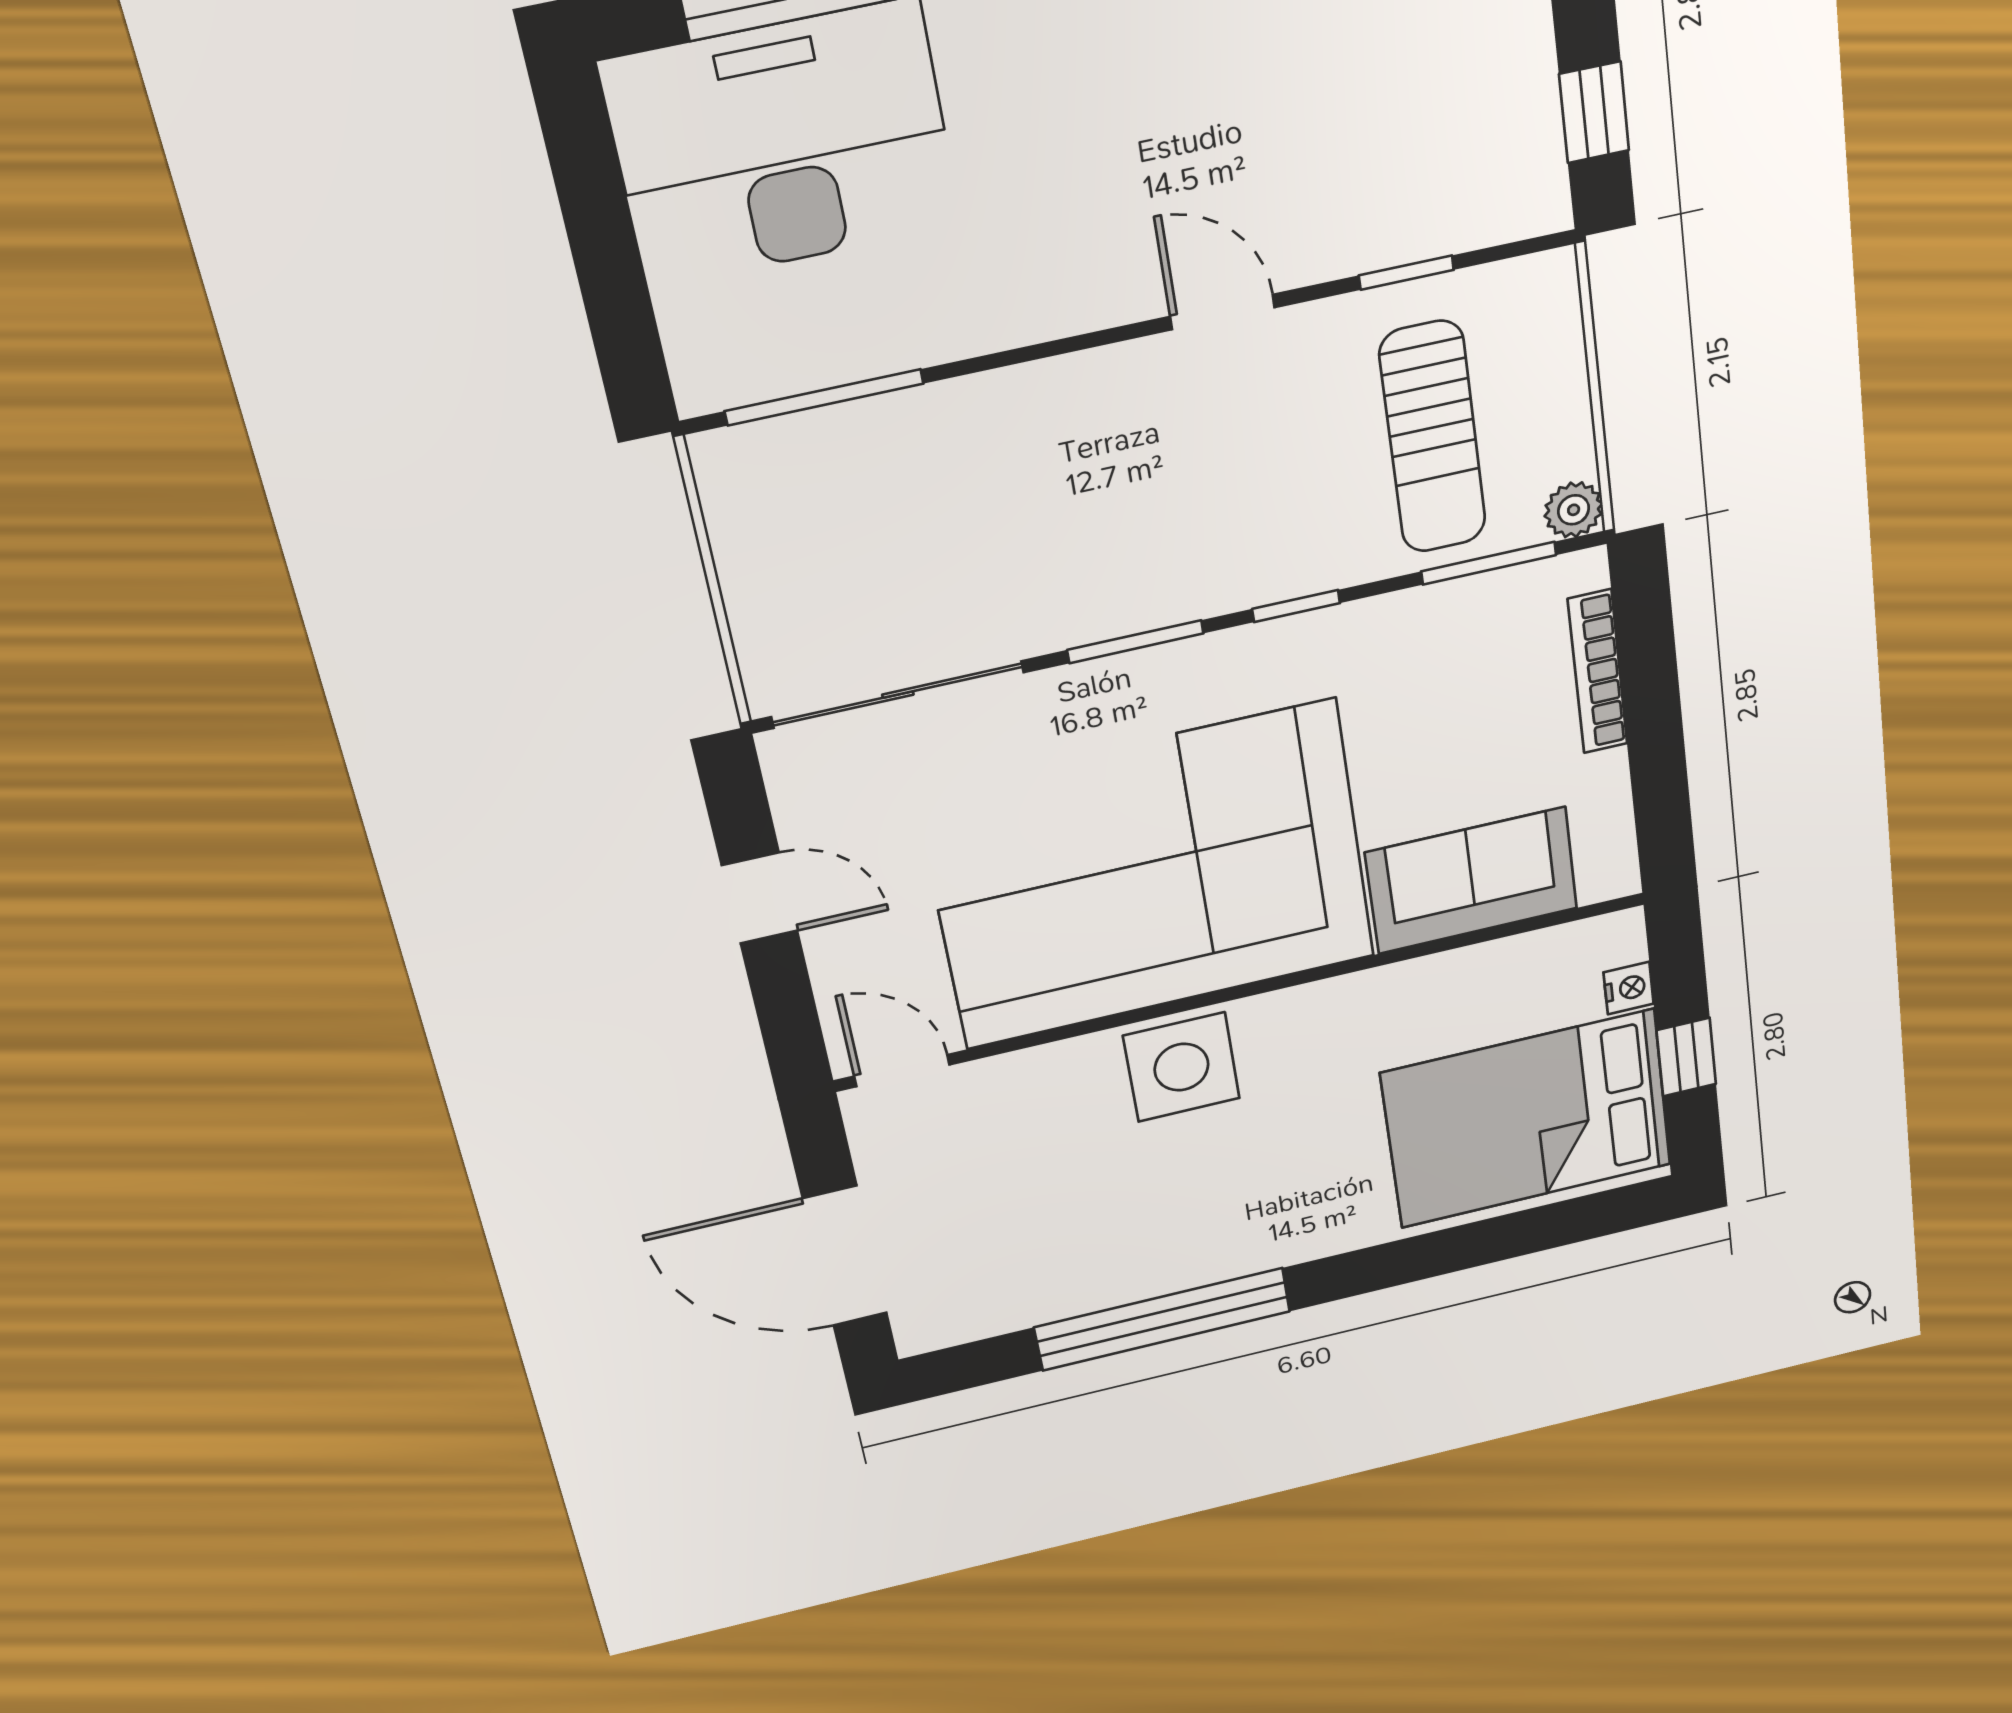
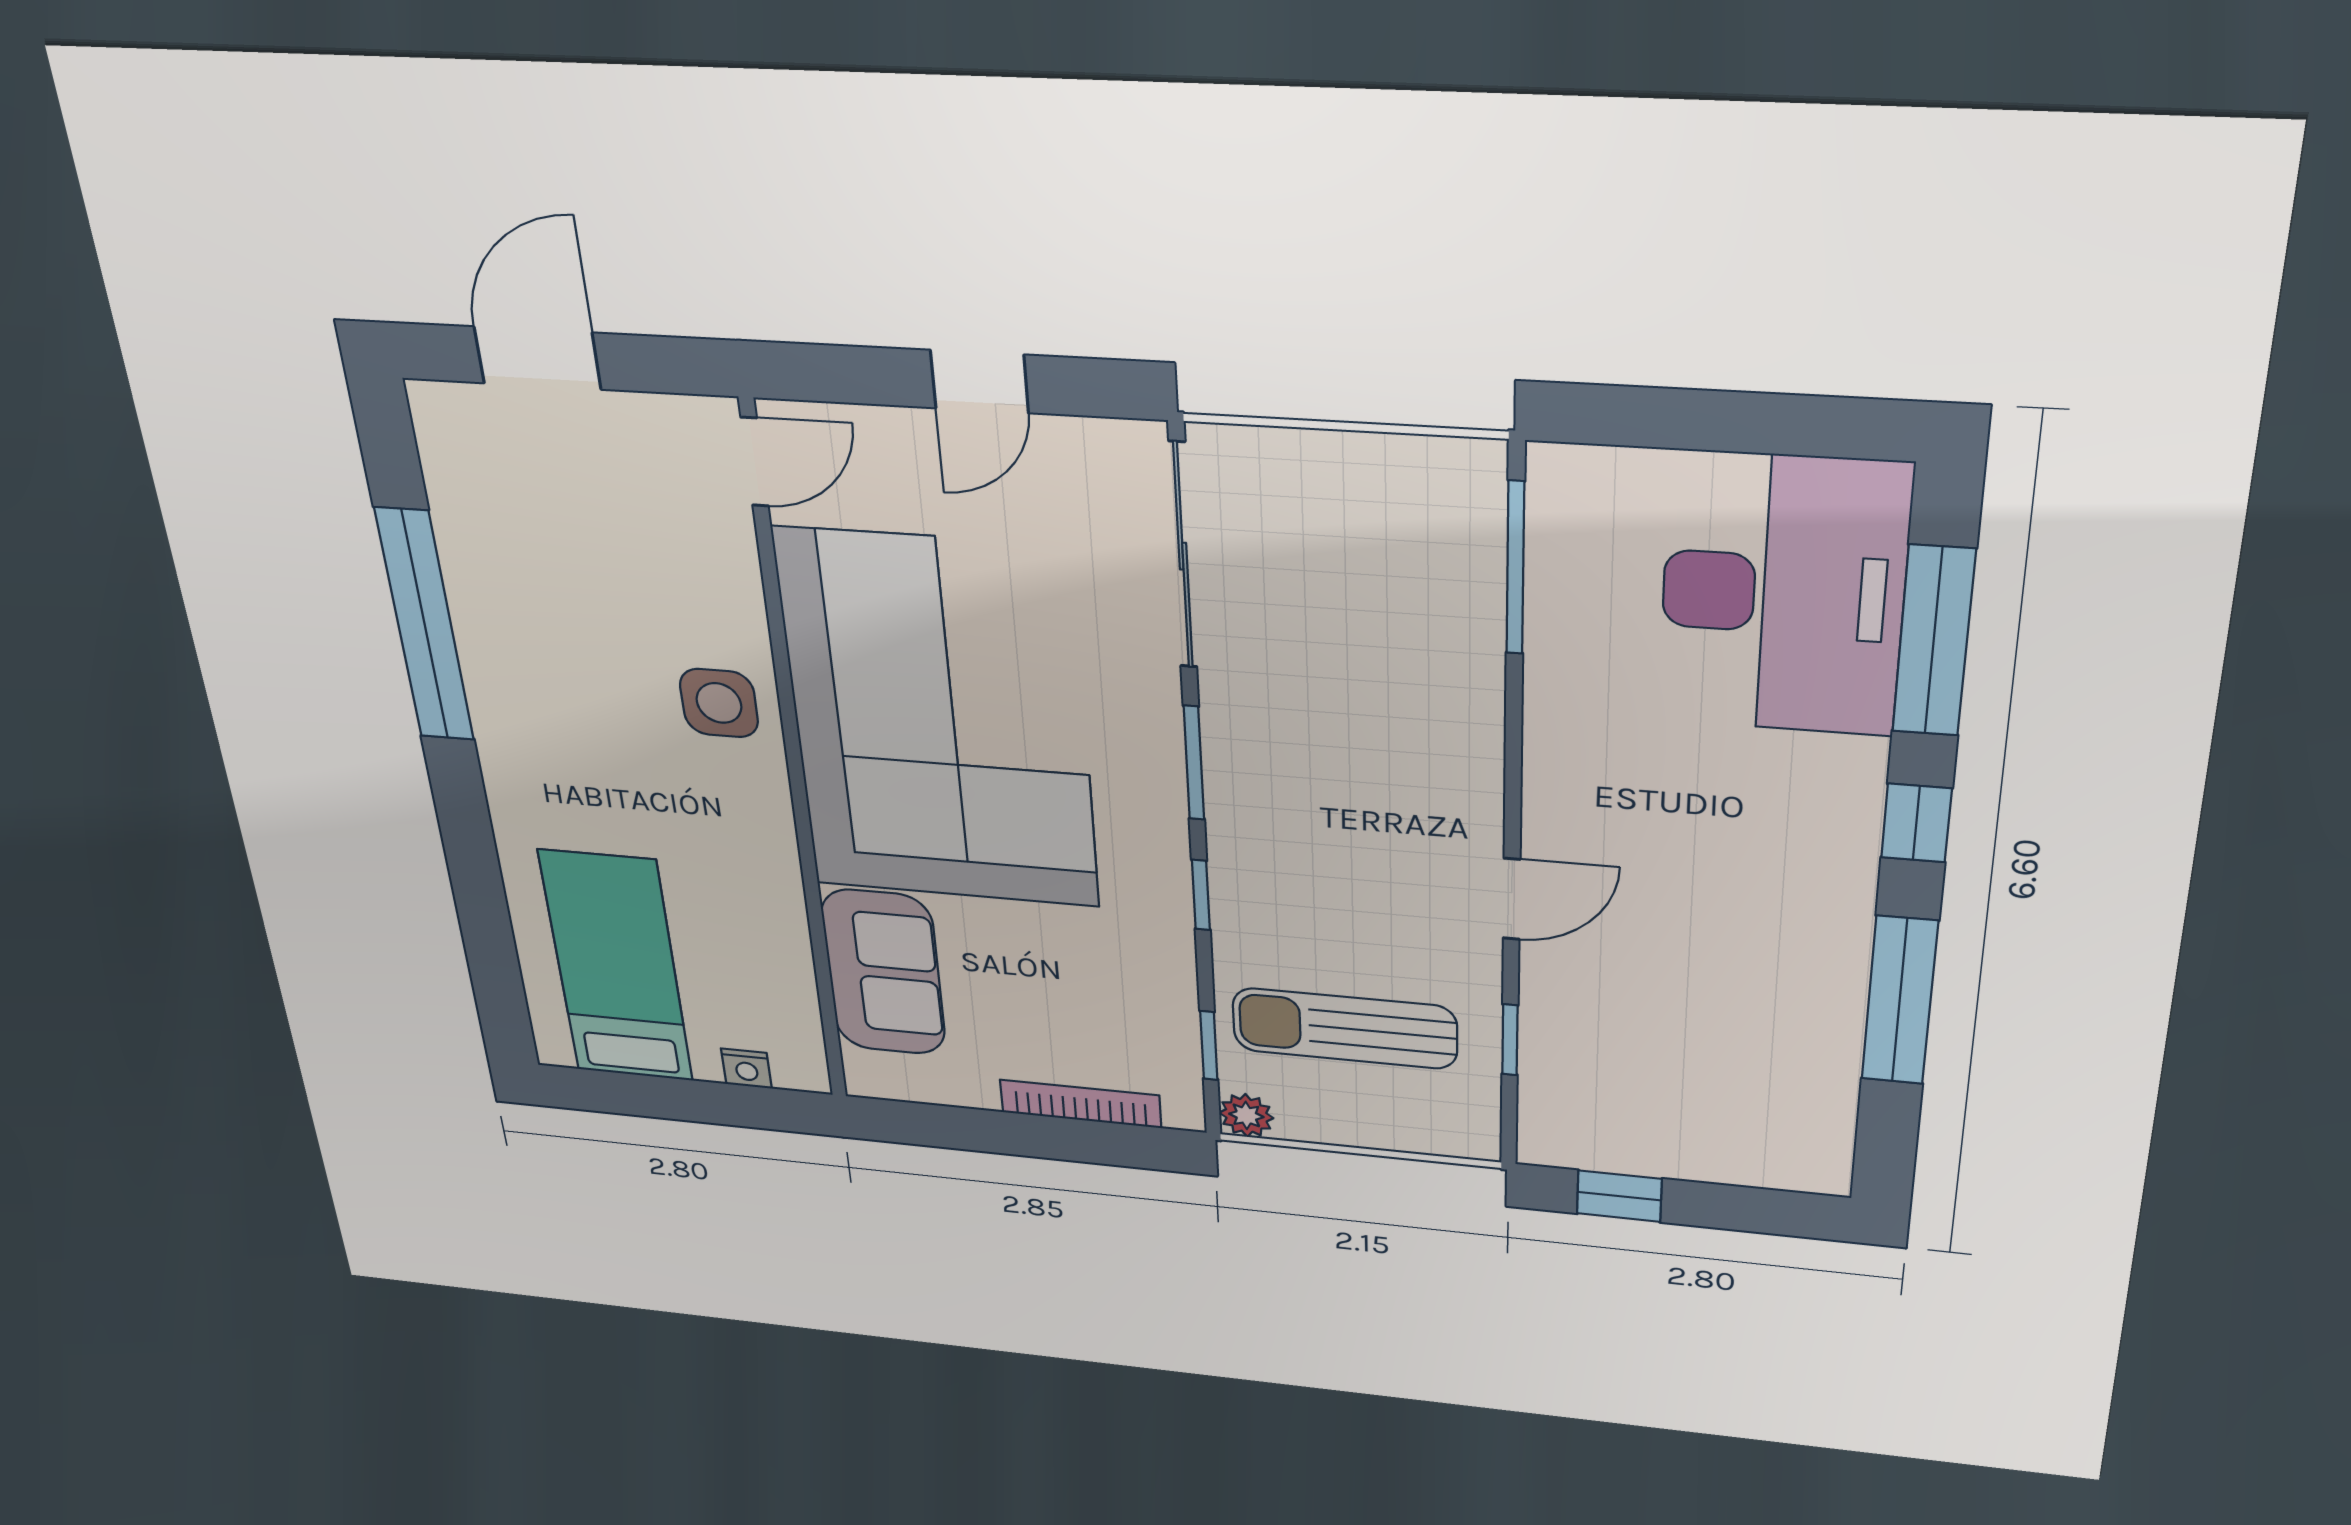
window: (1489, 563) -> (1209, 1046), width x0.67
window: (1686, 1057) -> (665, 1098), removed
side table: (1181, 1067) -> (719, 703), width x0.73, depth x0.73
bed: (1527, 1119) -> (616, 967), width x0.67
door: (845, 1256) -> (538, 358), width x0.73

